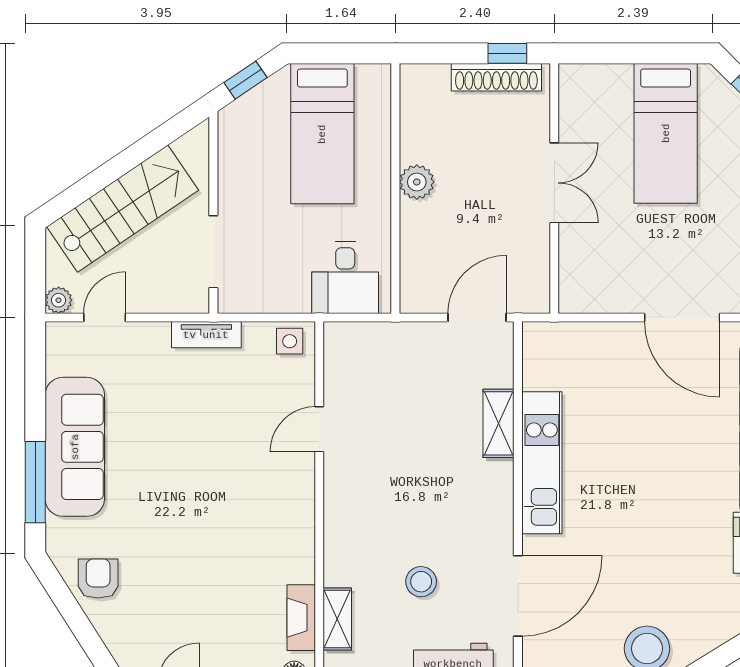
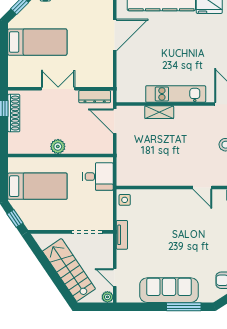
dresser: (536, 270) -> (95, 97), added
door: (319, 429) -> (202, 187), moved

